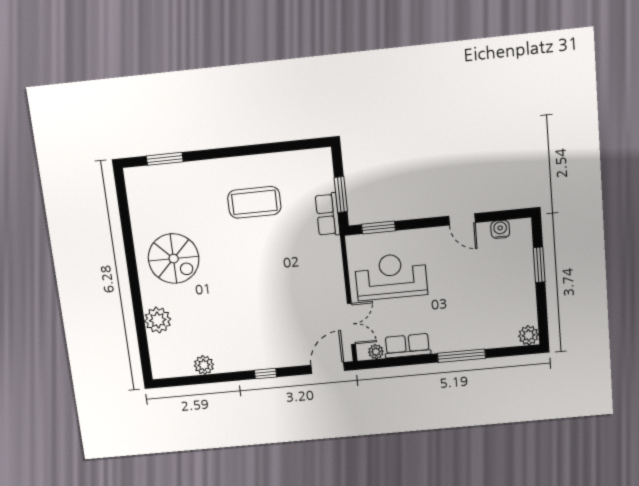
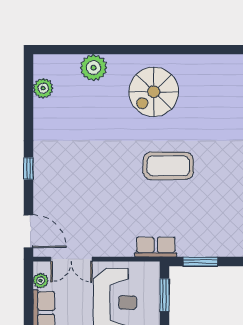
coffee table: (254, 202) -> (168, 166), moved, turned 90
row of seats: (328, 215) -> (156, 247), moved
plant: (204, 365) -> (43, 88), moved

